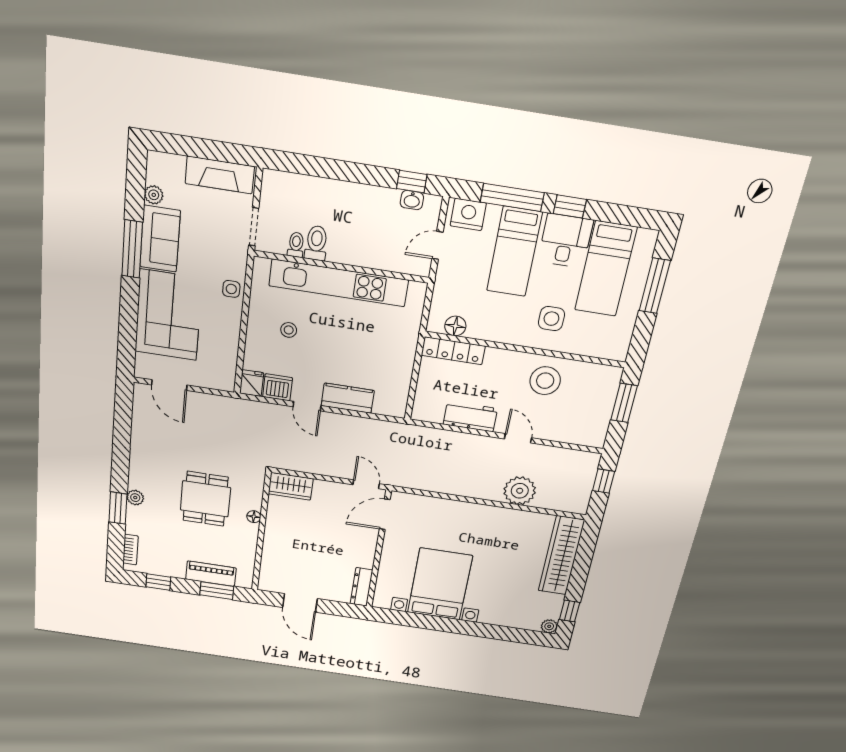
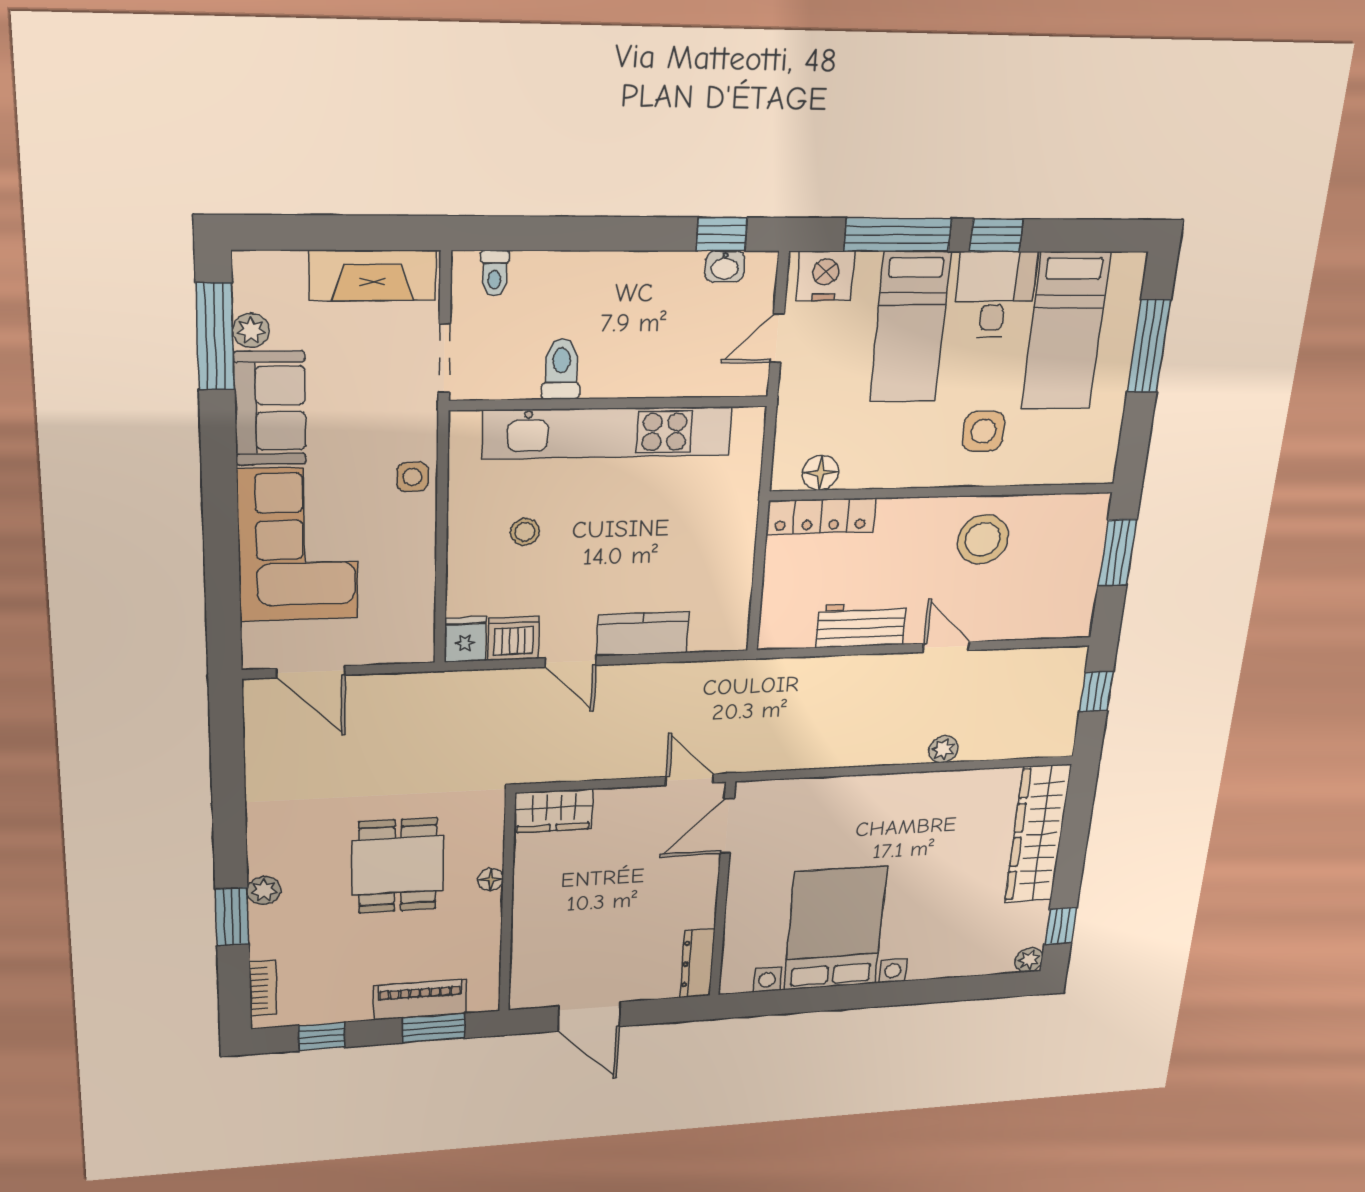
toilet: (296, 245) -> (495, 273), moved, turned 180
window: (132, 249) -> (215, 337), moved
plant: (520, 491) -> (943, 749), width x0.53, depth x0.53

